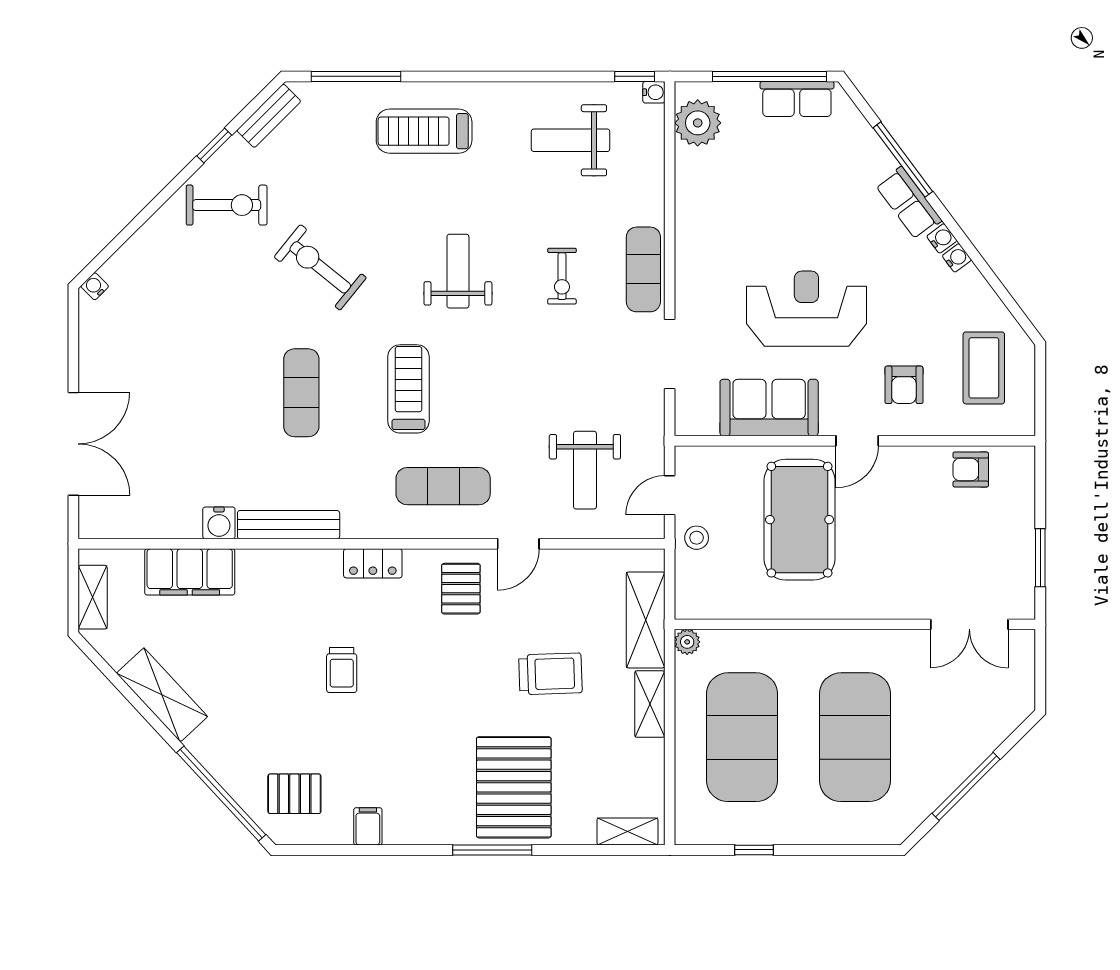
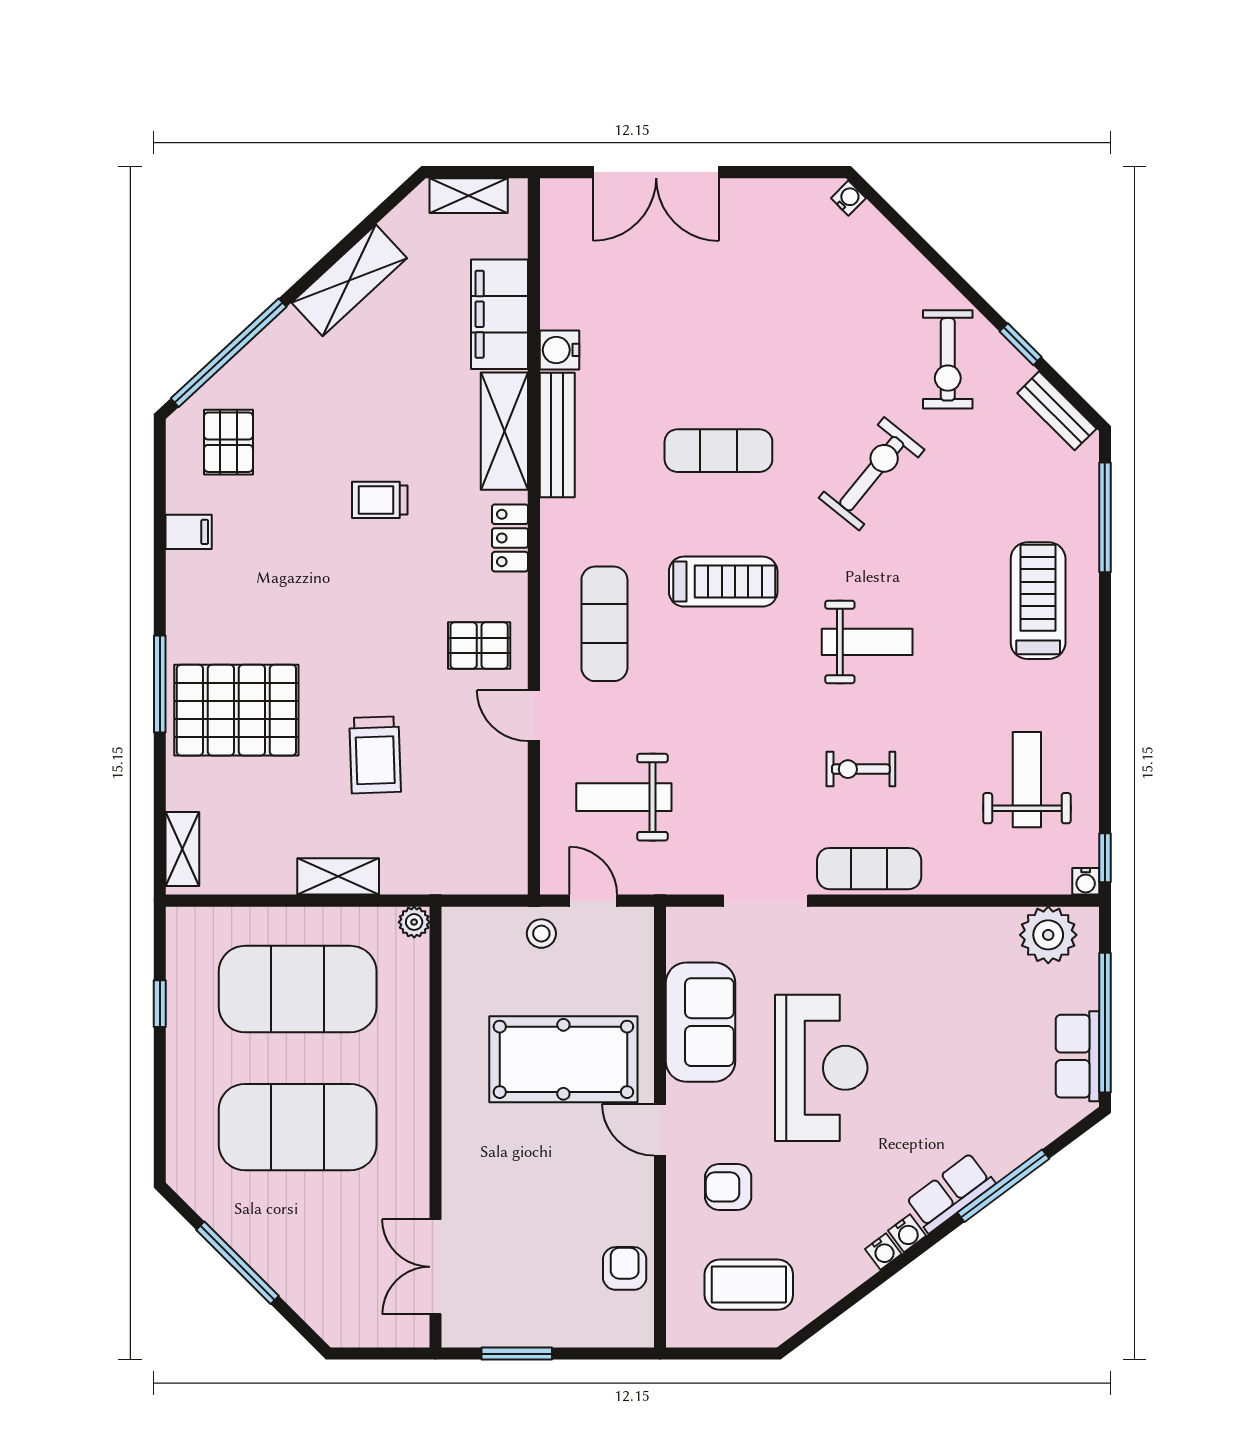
shelving: (646, 620) -> (504, 431), moved, turned 90

